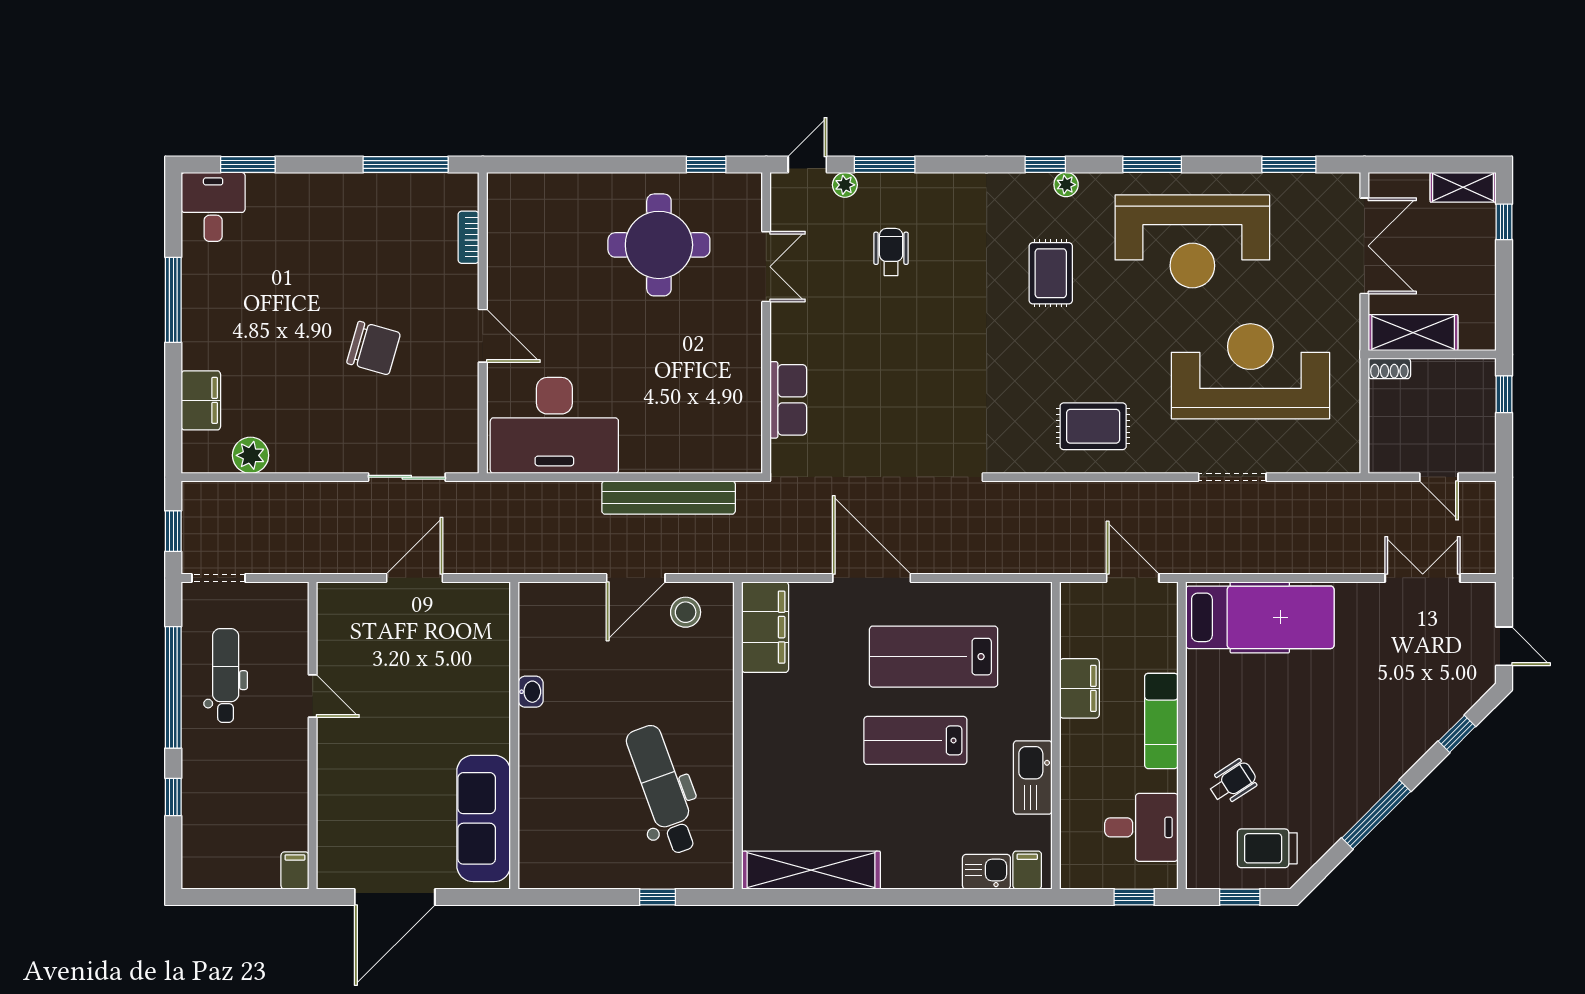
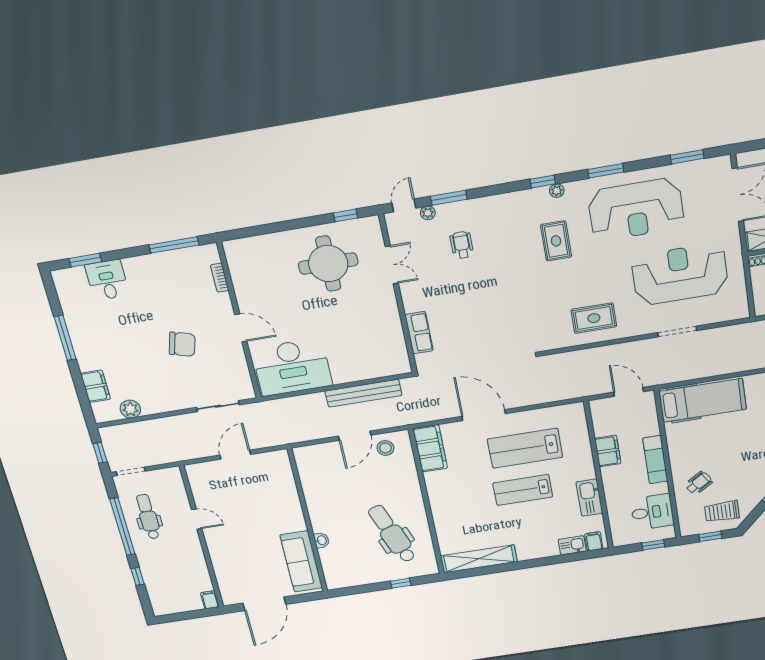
desk: (213, 207) -> (107, 280), moved
washbasin: (531, 692) -> (321, 540), moved

